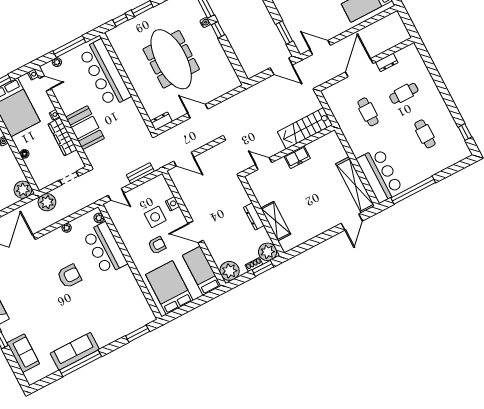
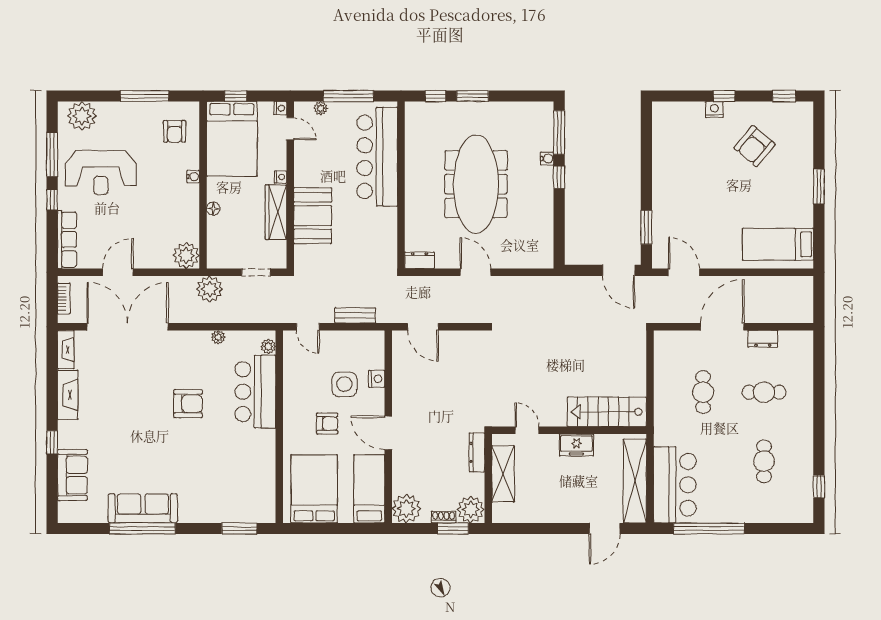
stairs: (305, 128) -> (607, 412), moved
wall: (288, 151) -> (569, 430), moved
freezer: (297, 157) -> (576, 445), moved
door: (264, 164) -> (527, 430), moved

